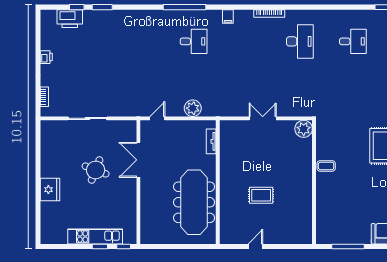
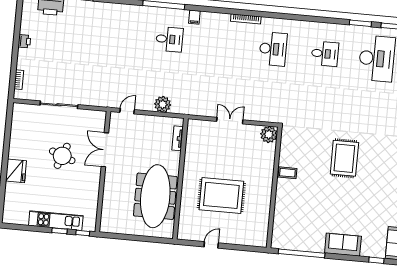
filing cabinet: (228, 16) -> (194, 17), moved
rug: (261, 195) -> (221, 195), width x1.86, depth x2.06
window: (348, 247) -> (302, 253), width x1.46

